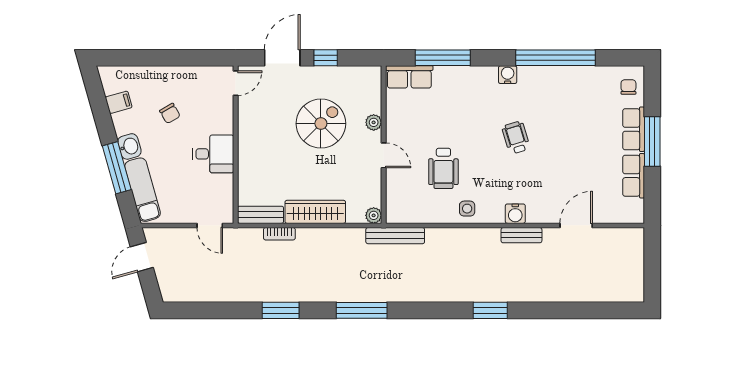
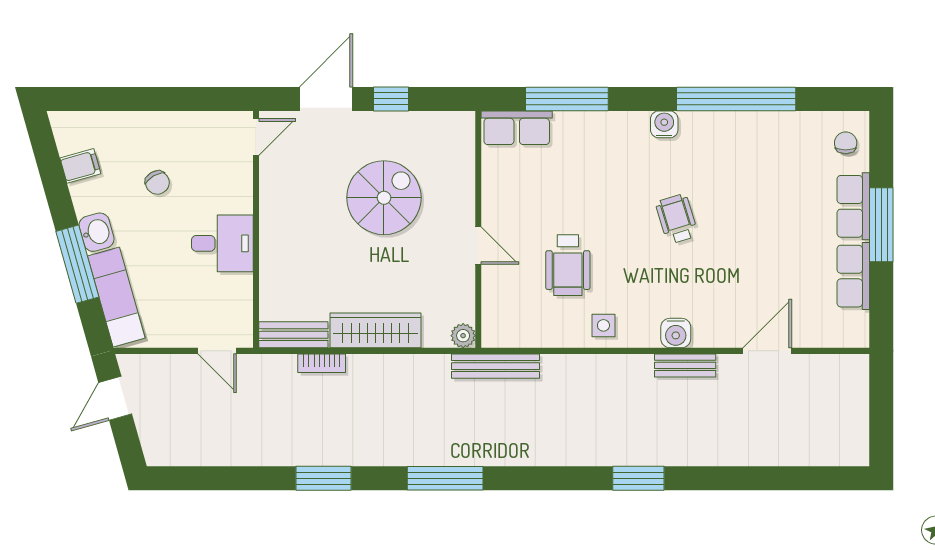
plant: (374, 122) -> (463, 196), removed

